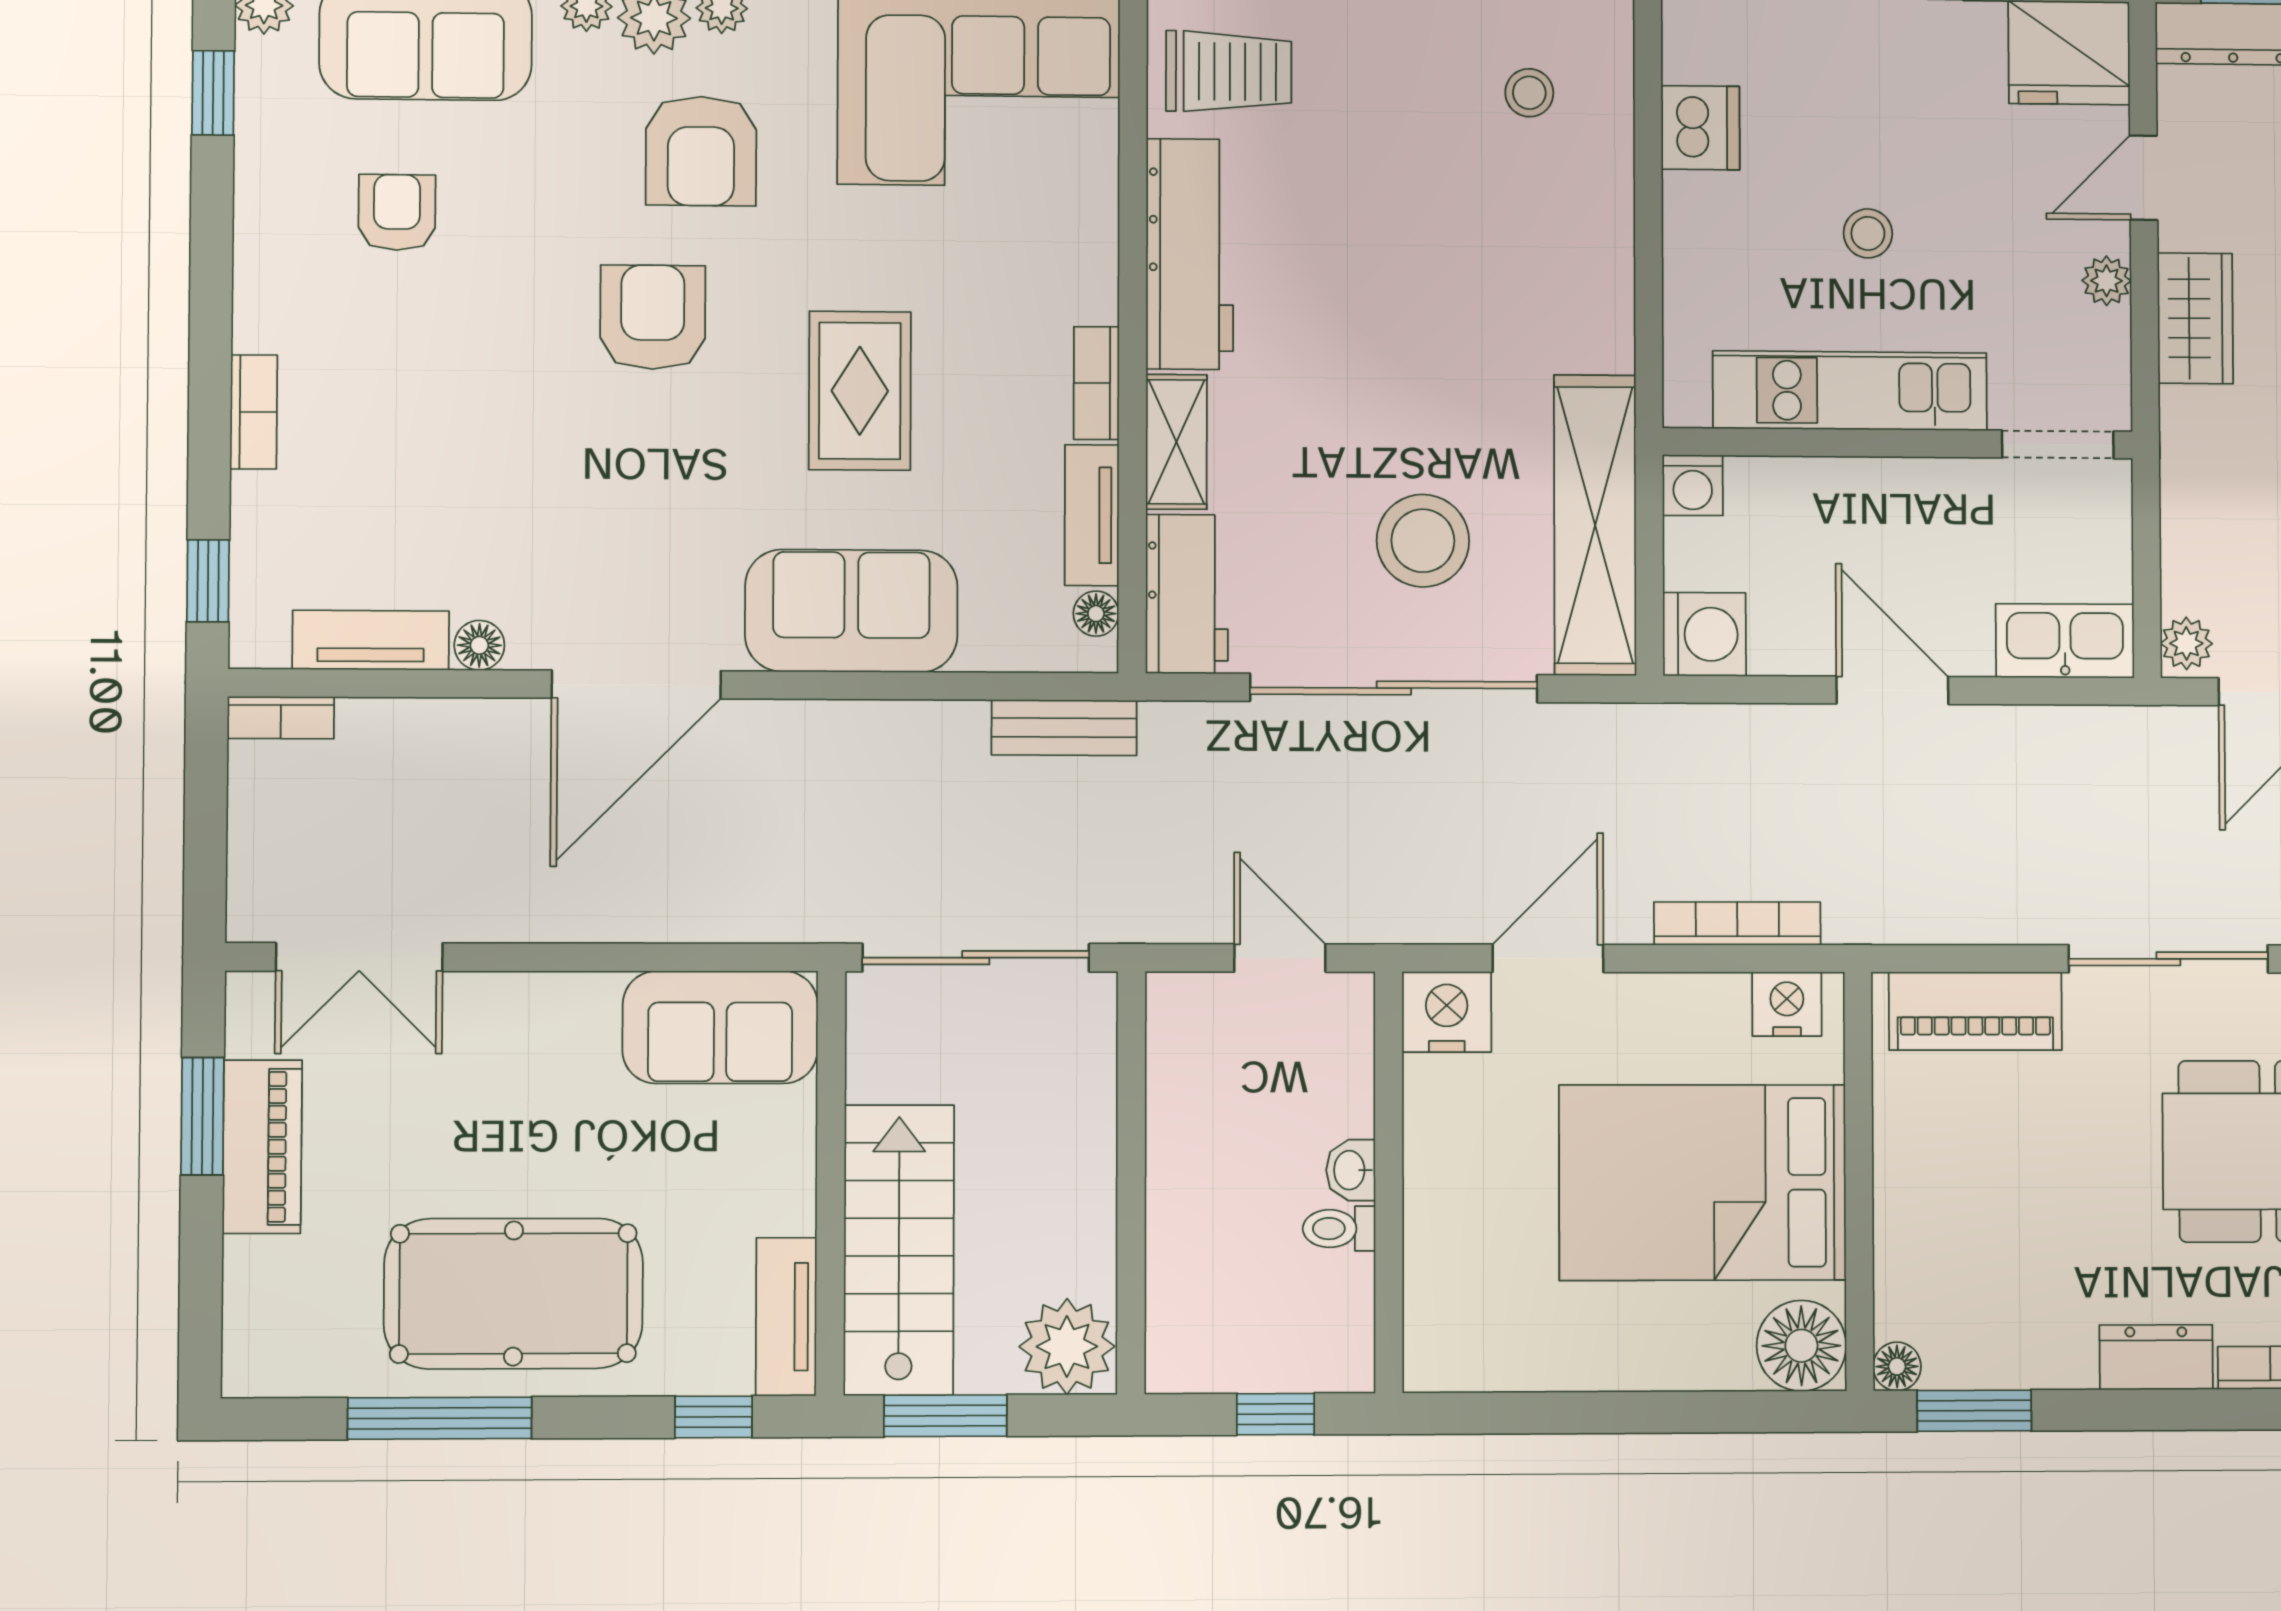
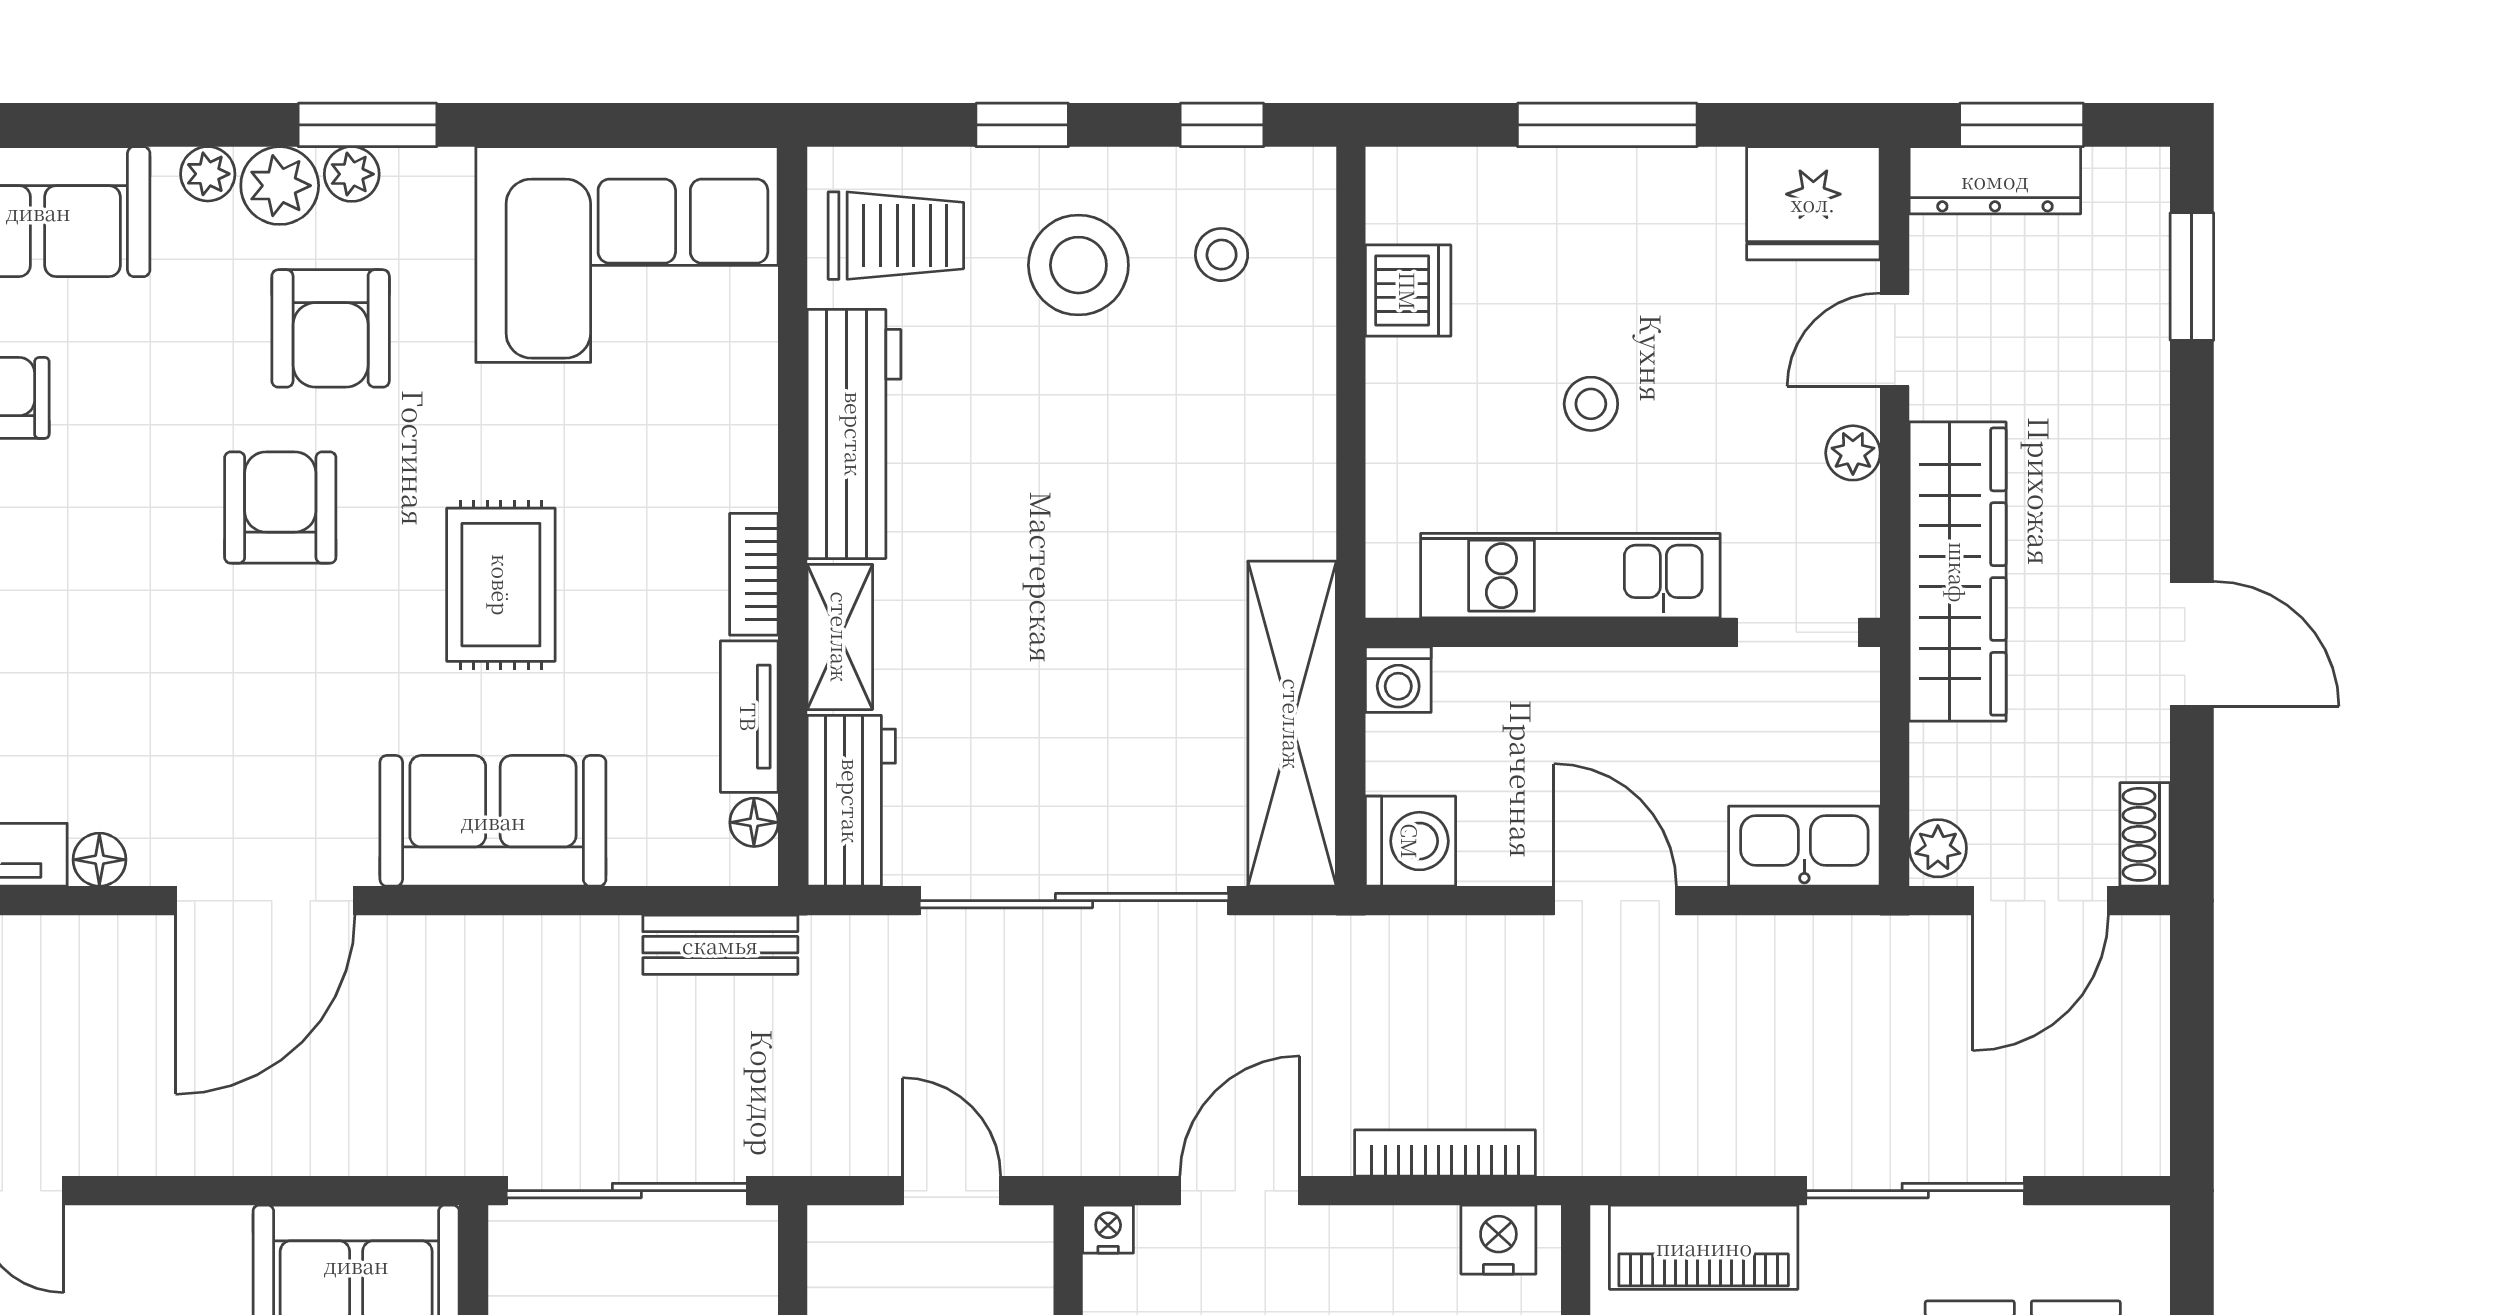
wardrobe: (2195, 318) -> (1958, 572), width x2.10, depth x1.17
stool: (1423, 541) -> (1078, 265), moved
nightstand: (1447, 1012) -> (1108, 1229), width x0.53, depth x0.56

